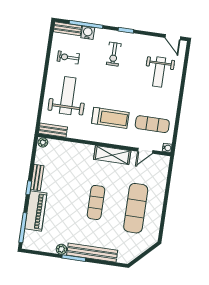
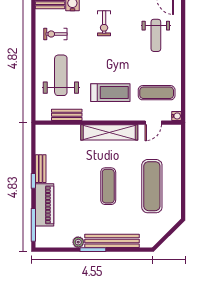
bench: (53, 130) -> (67, 115), moved
plant: (43, 142) -> (41, 130), removed
shelving: (112, 155) -> (109, 132), width x1.47

